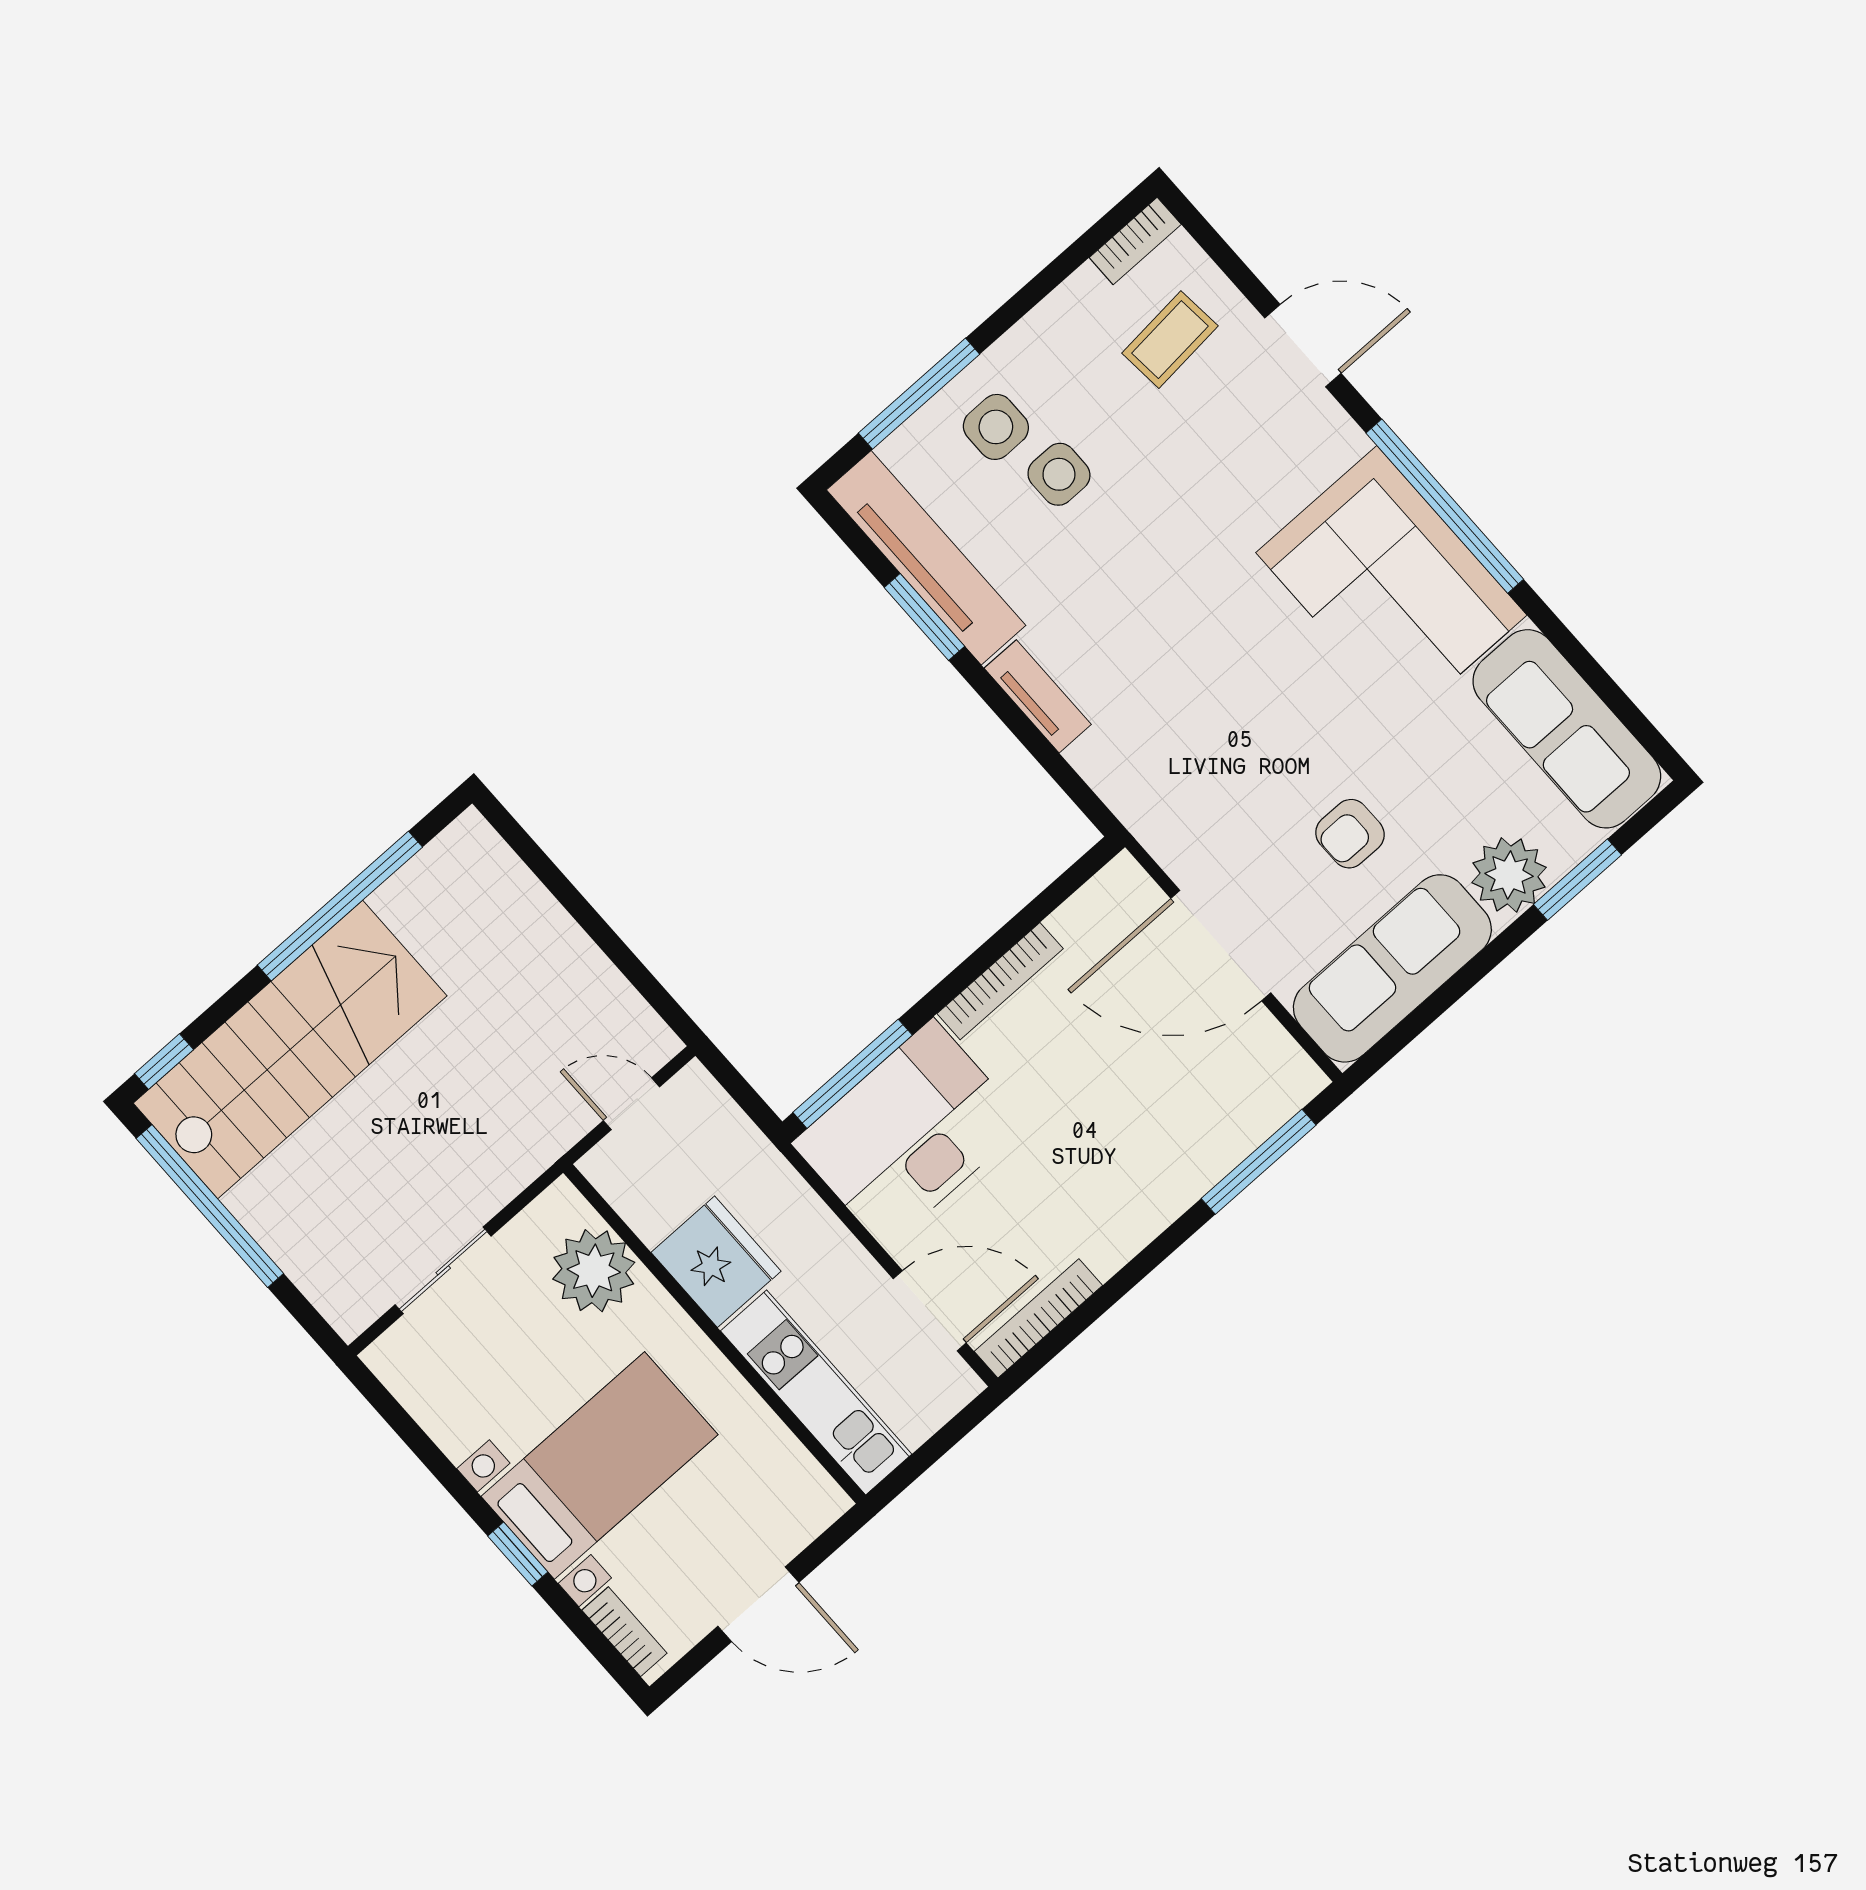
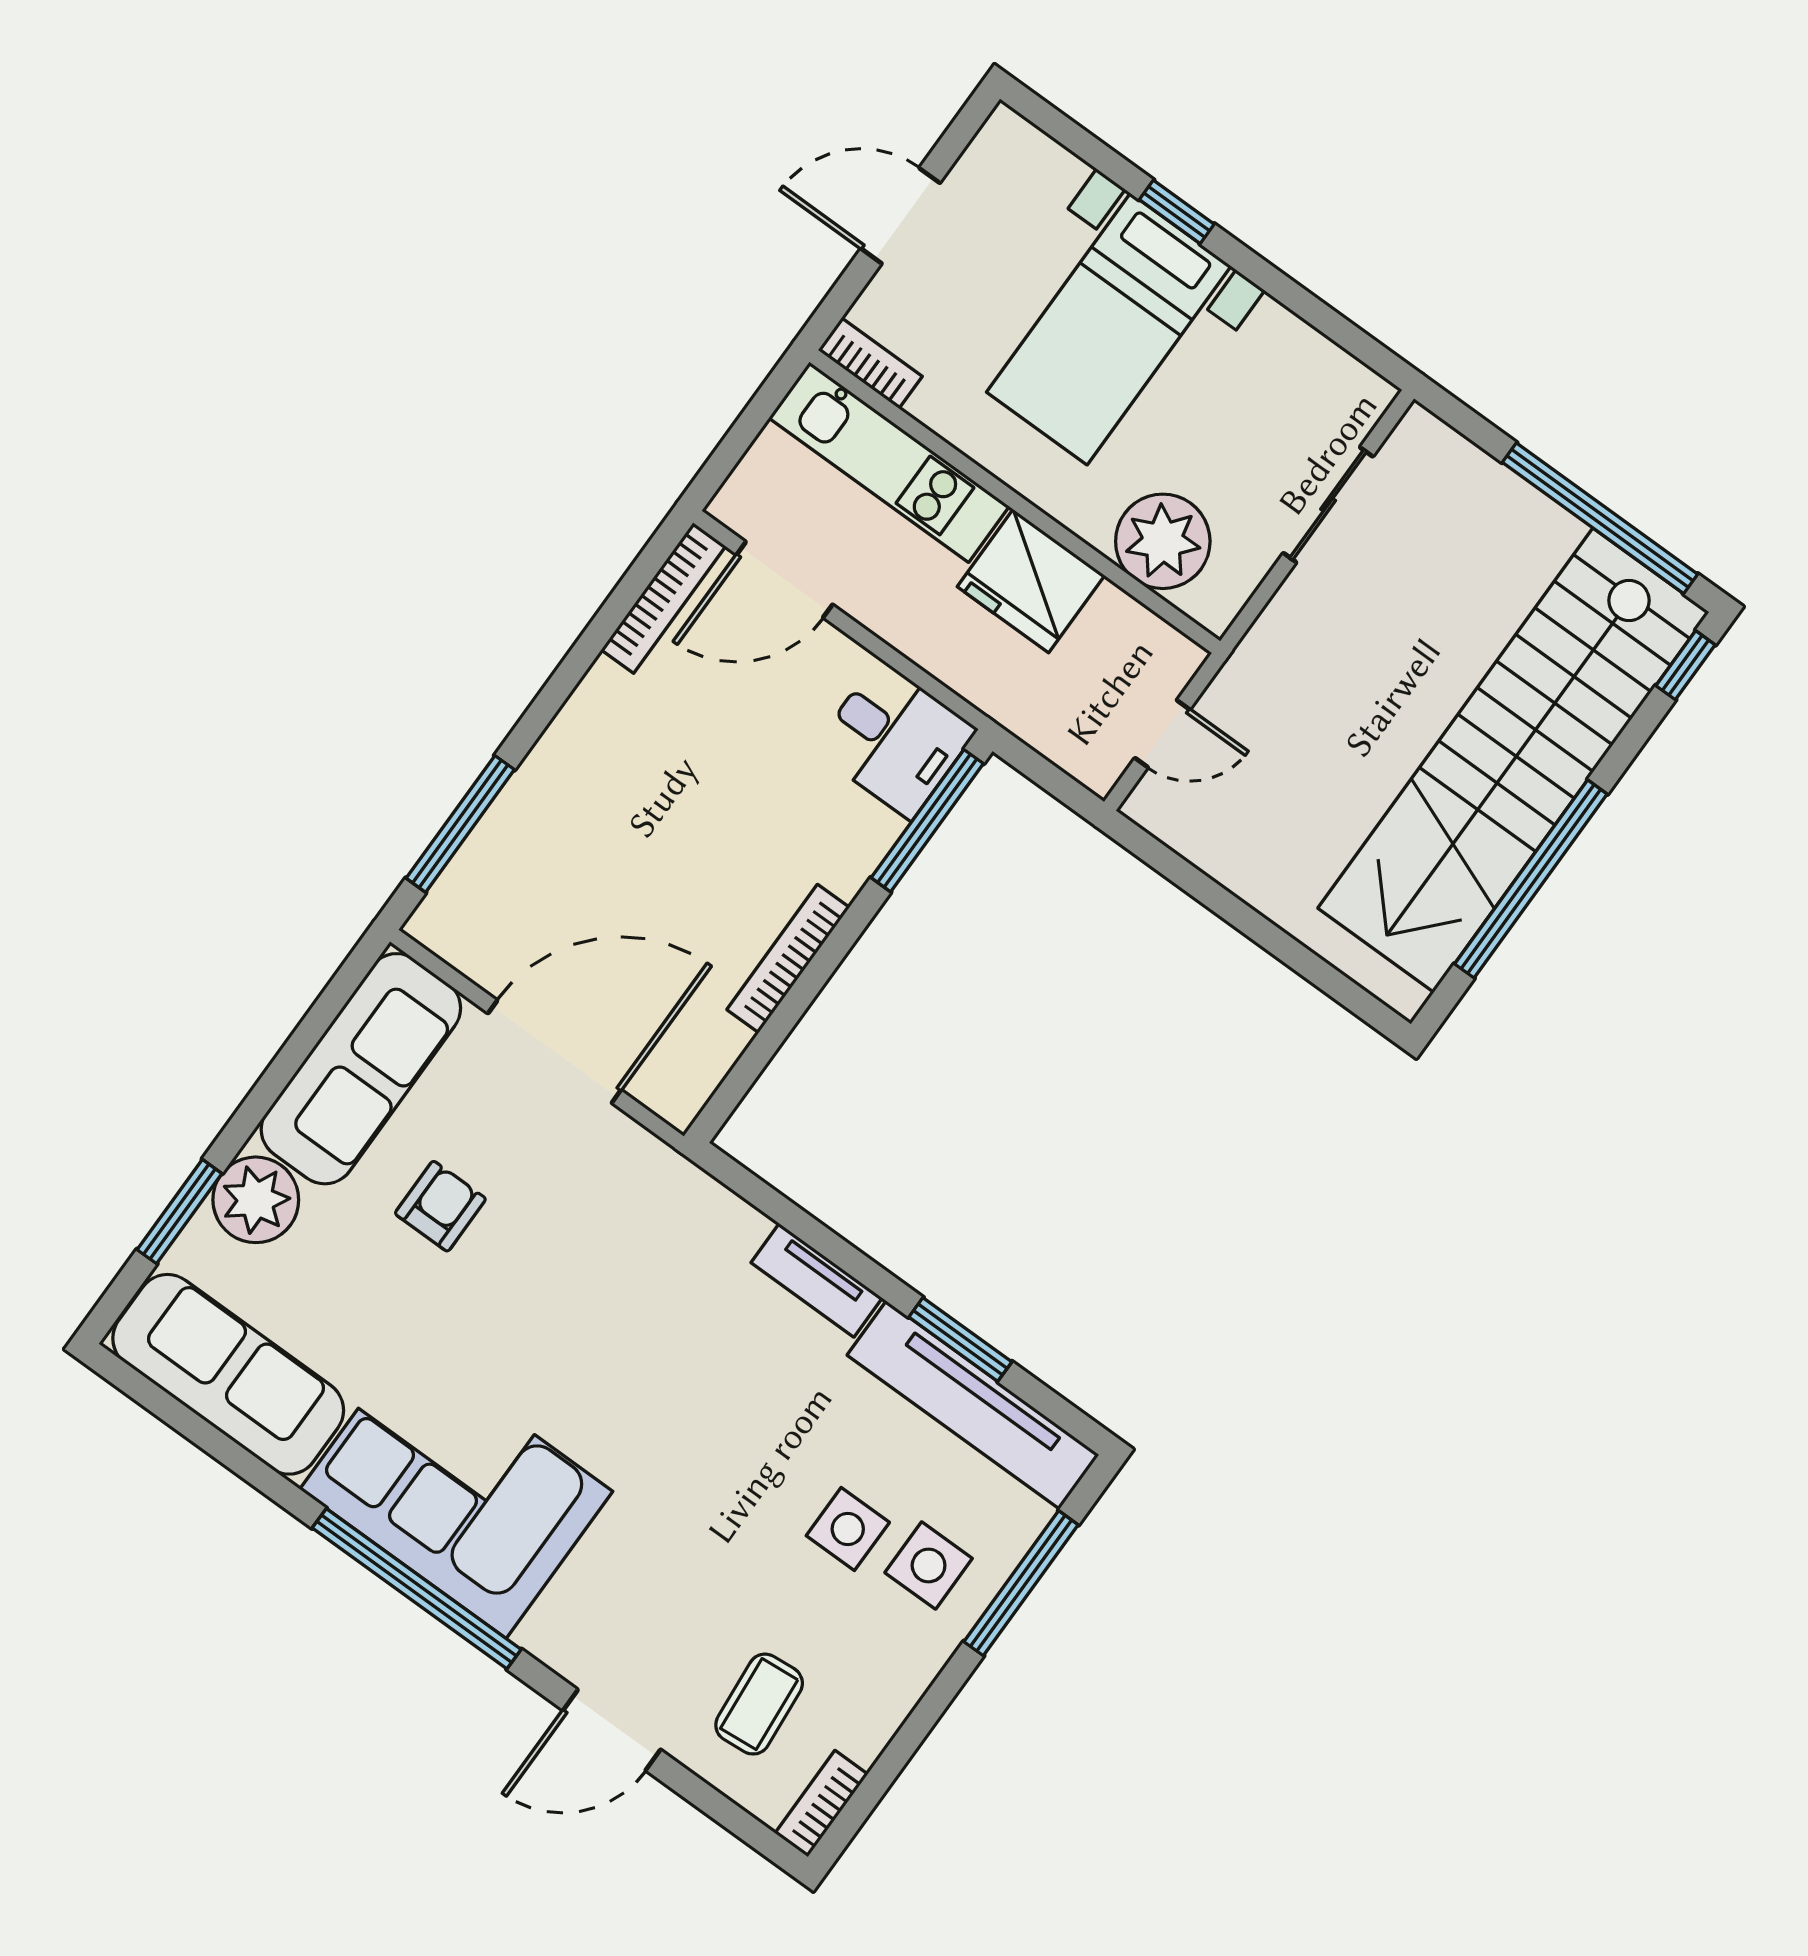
stairs: (290, 1049) -> (1513, 760), width x1.36
desk: (909, 1134) -> (895, 739), width x0.53, depth x0.77
bookcase: (624, 1632) -> (870, 363), moved, turned 180

